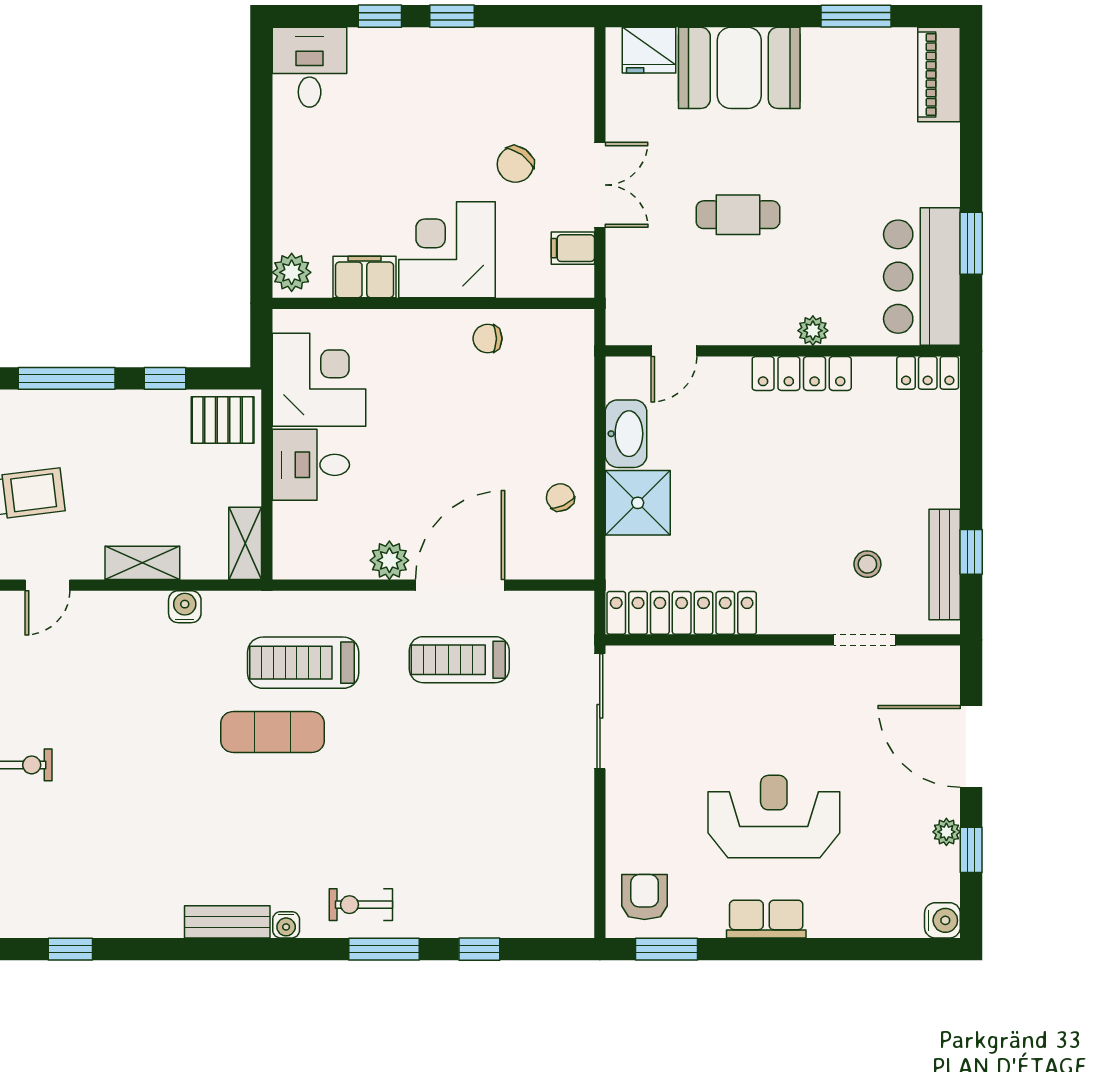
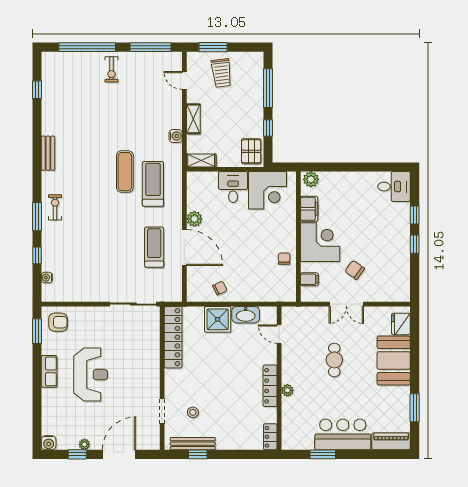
filing cabinet: (573, 248) -> (309, 279), moved, turned 90
bar counter: (922, 277) -> (343, 434), moved
water cooler: (286, 925) -> (47, 278), moved

